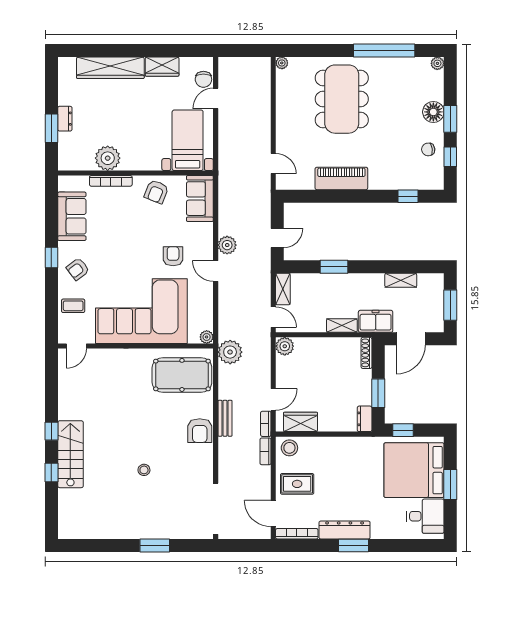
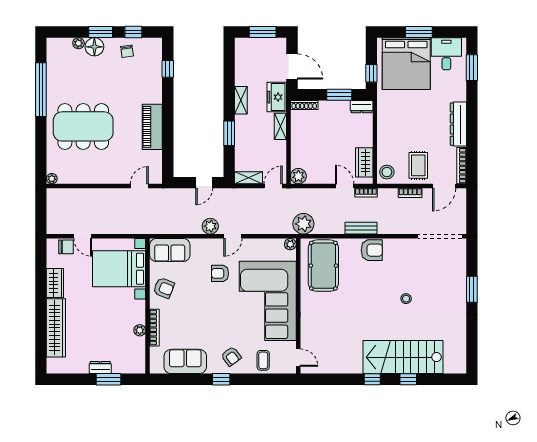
plant: (437, 63) -> (78, 43), moved
bed with nightstands: (188, 140) -> (119, 269), width x1.36
plant: (108, 158) -> (140, 330), width x0.53, depth x0.53
door: (277, 238) -> (204, 183), swing flipped
shelving: (401, 280) -> (241, 100), moved
bookcase: (265, 451) -> (410, 193), moved
stairs: (70, 454) -> (403, 357), width x1.36, depth x1.51
window: (354, 545) -> (472, 68), moved

